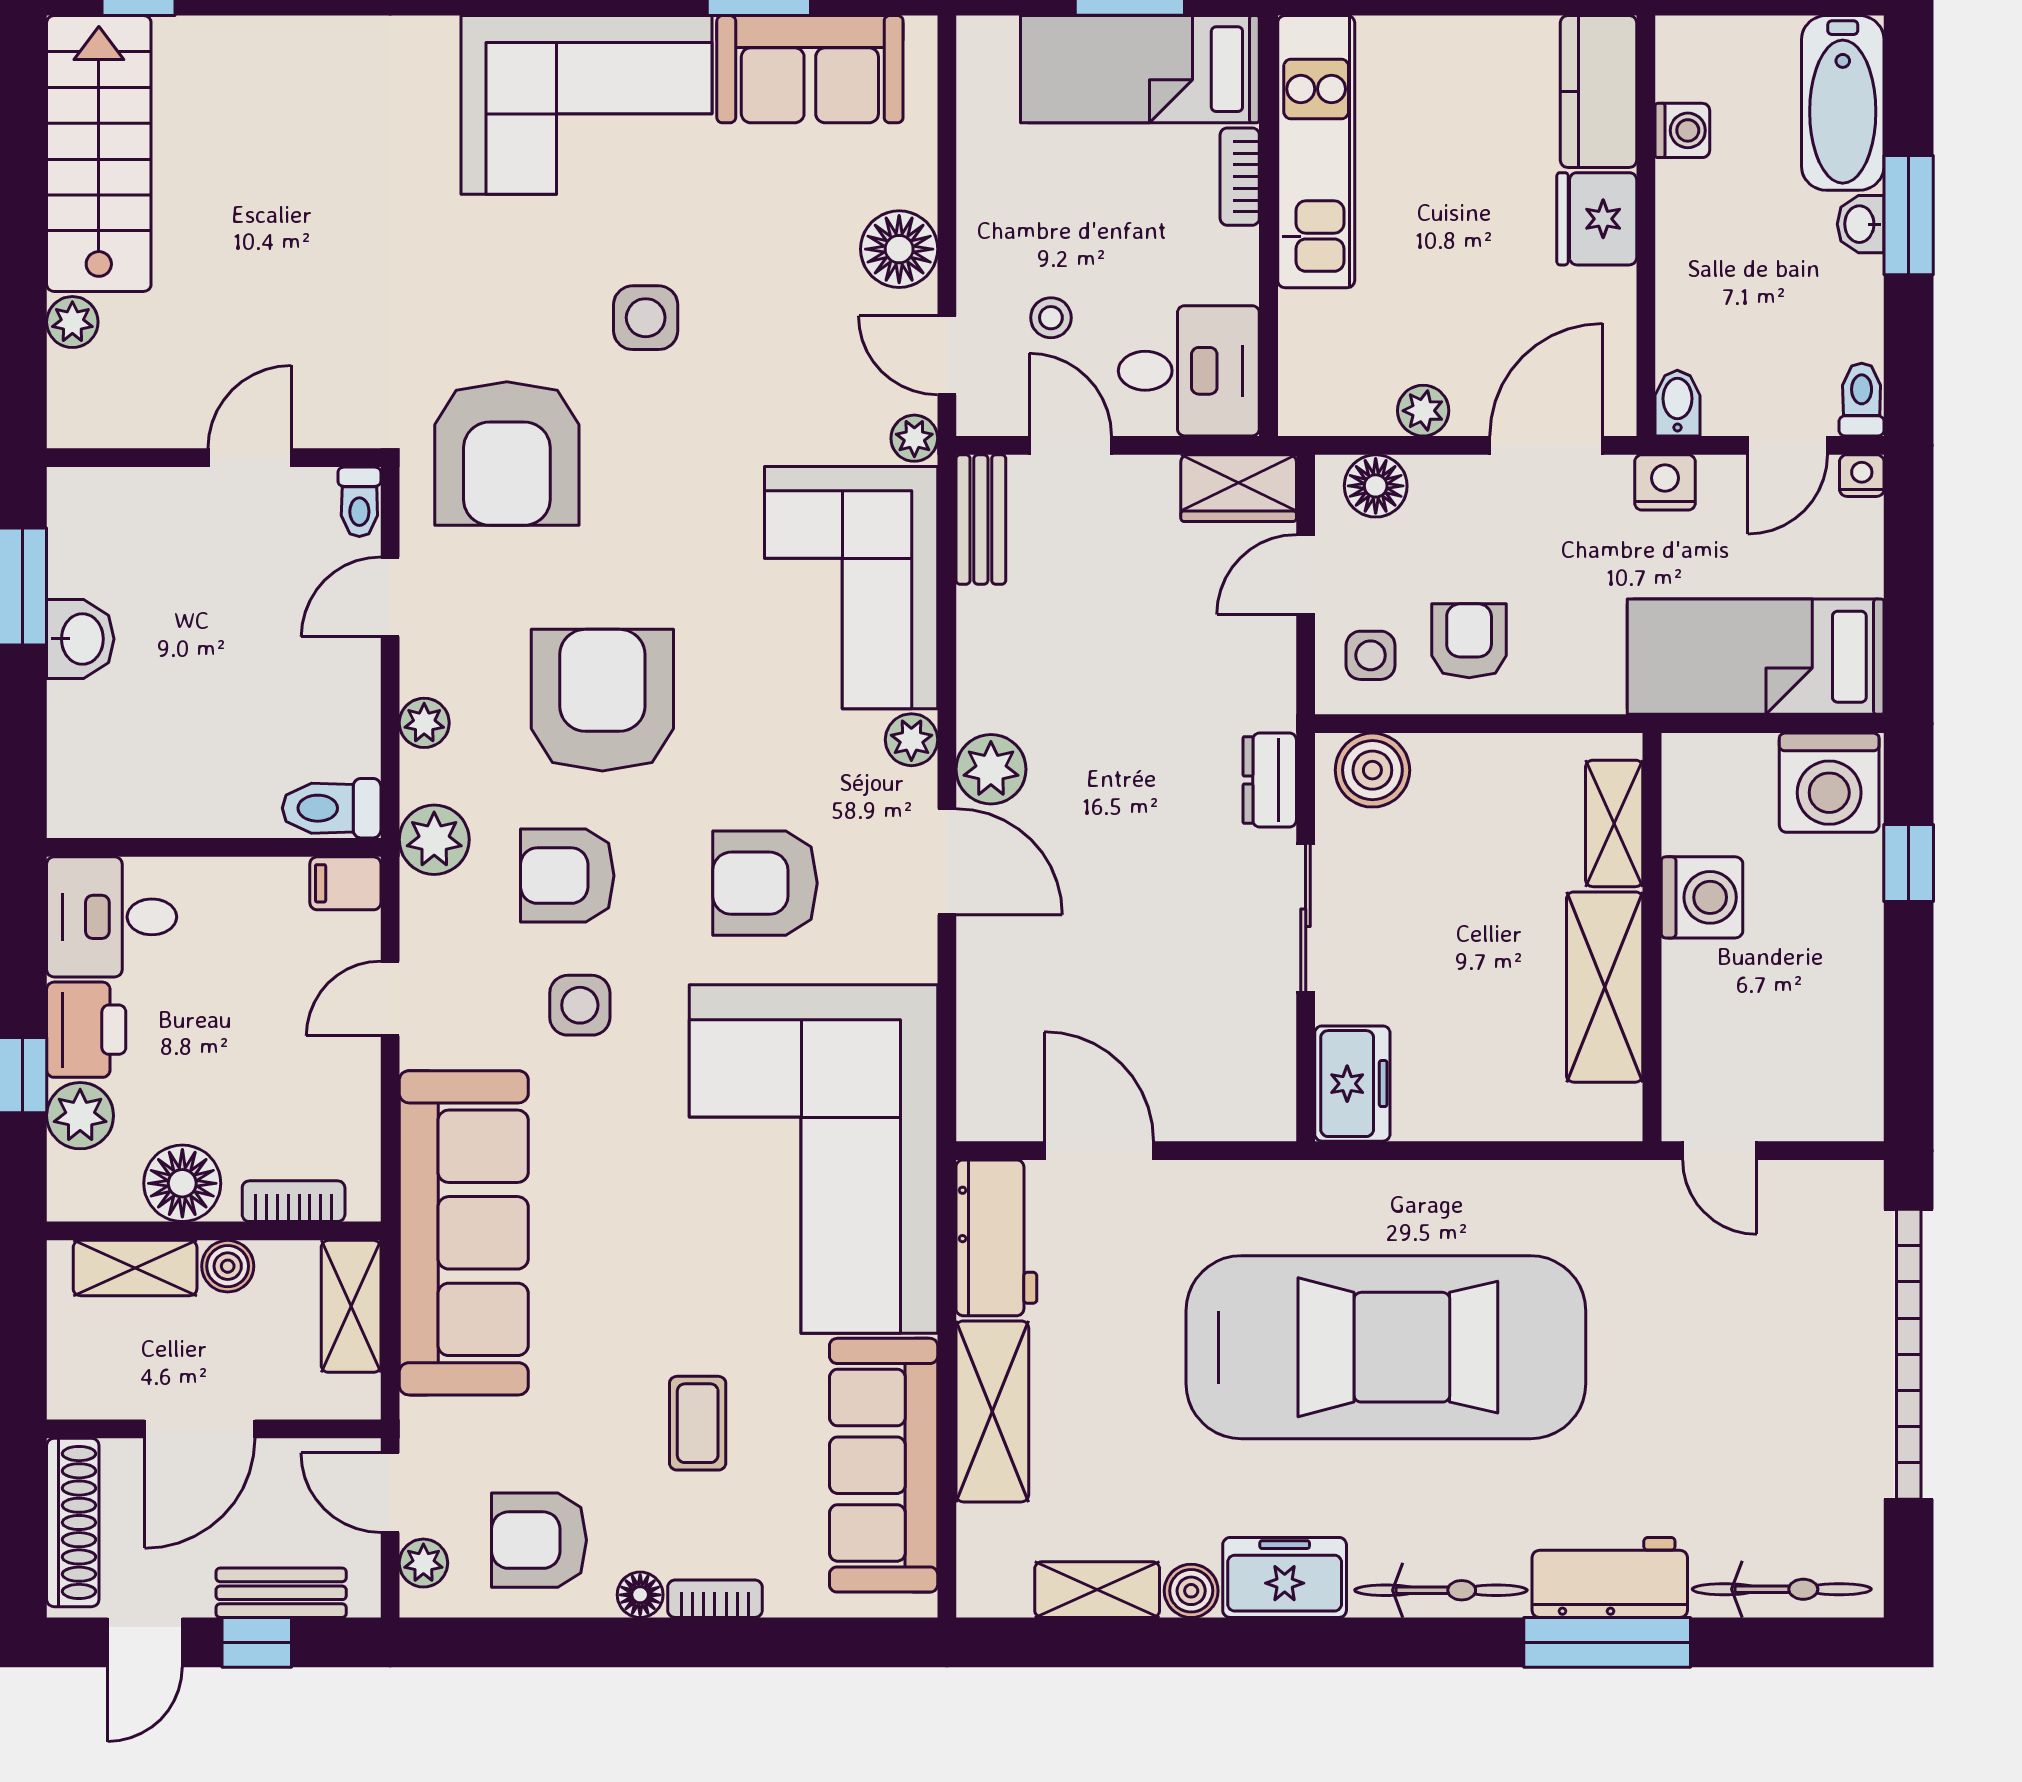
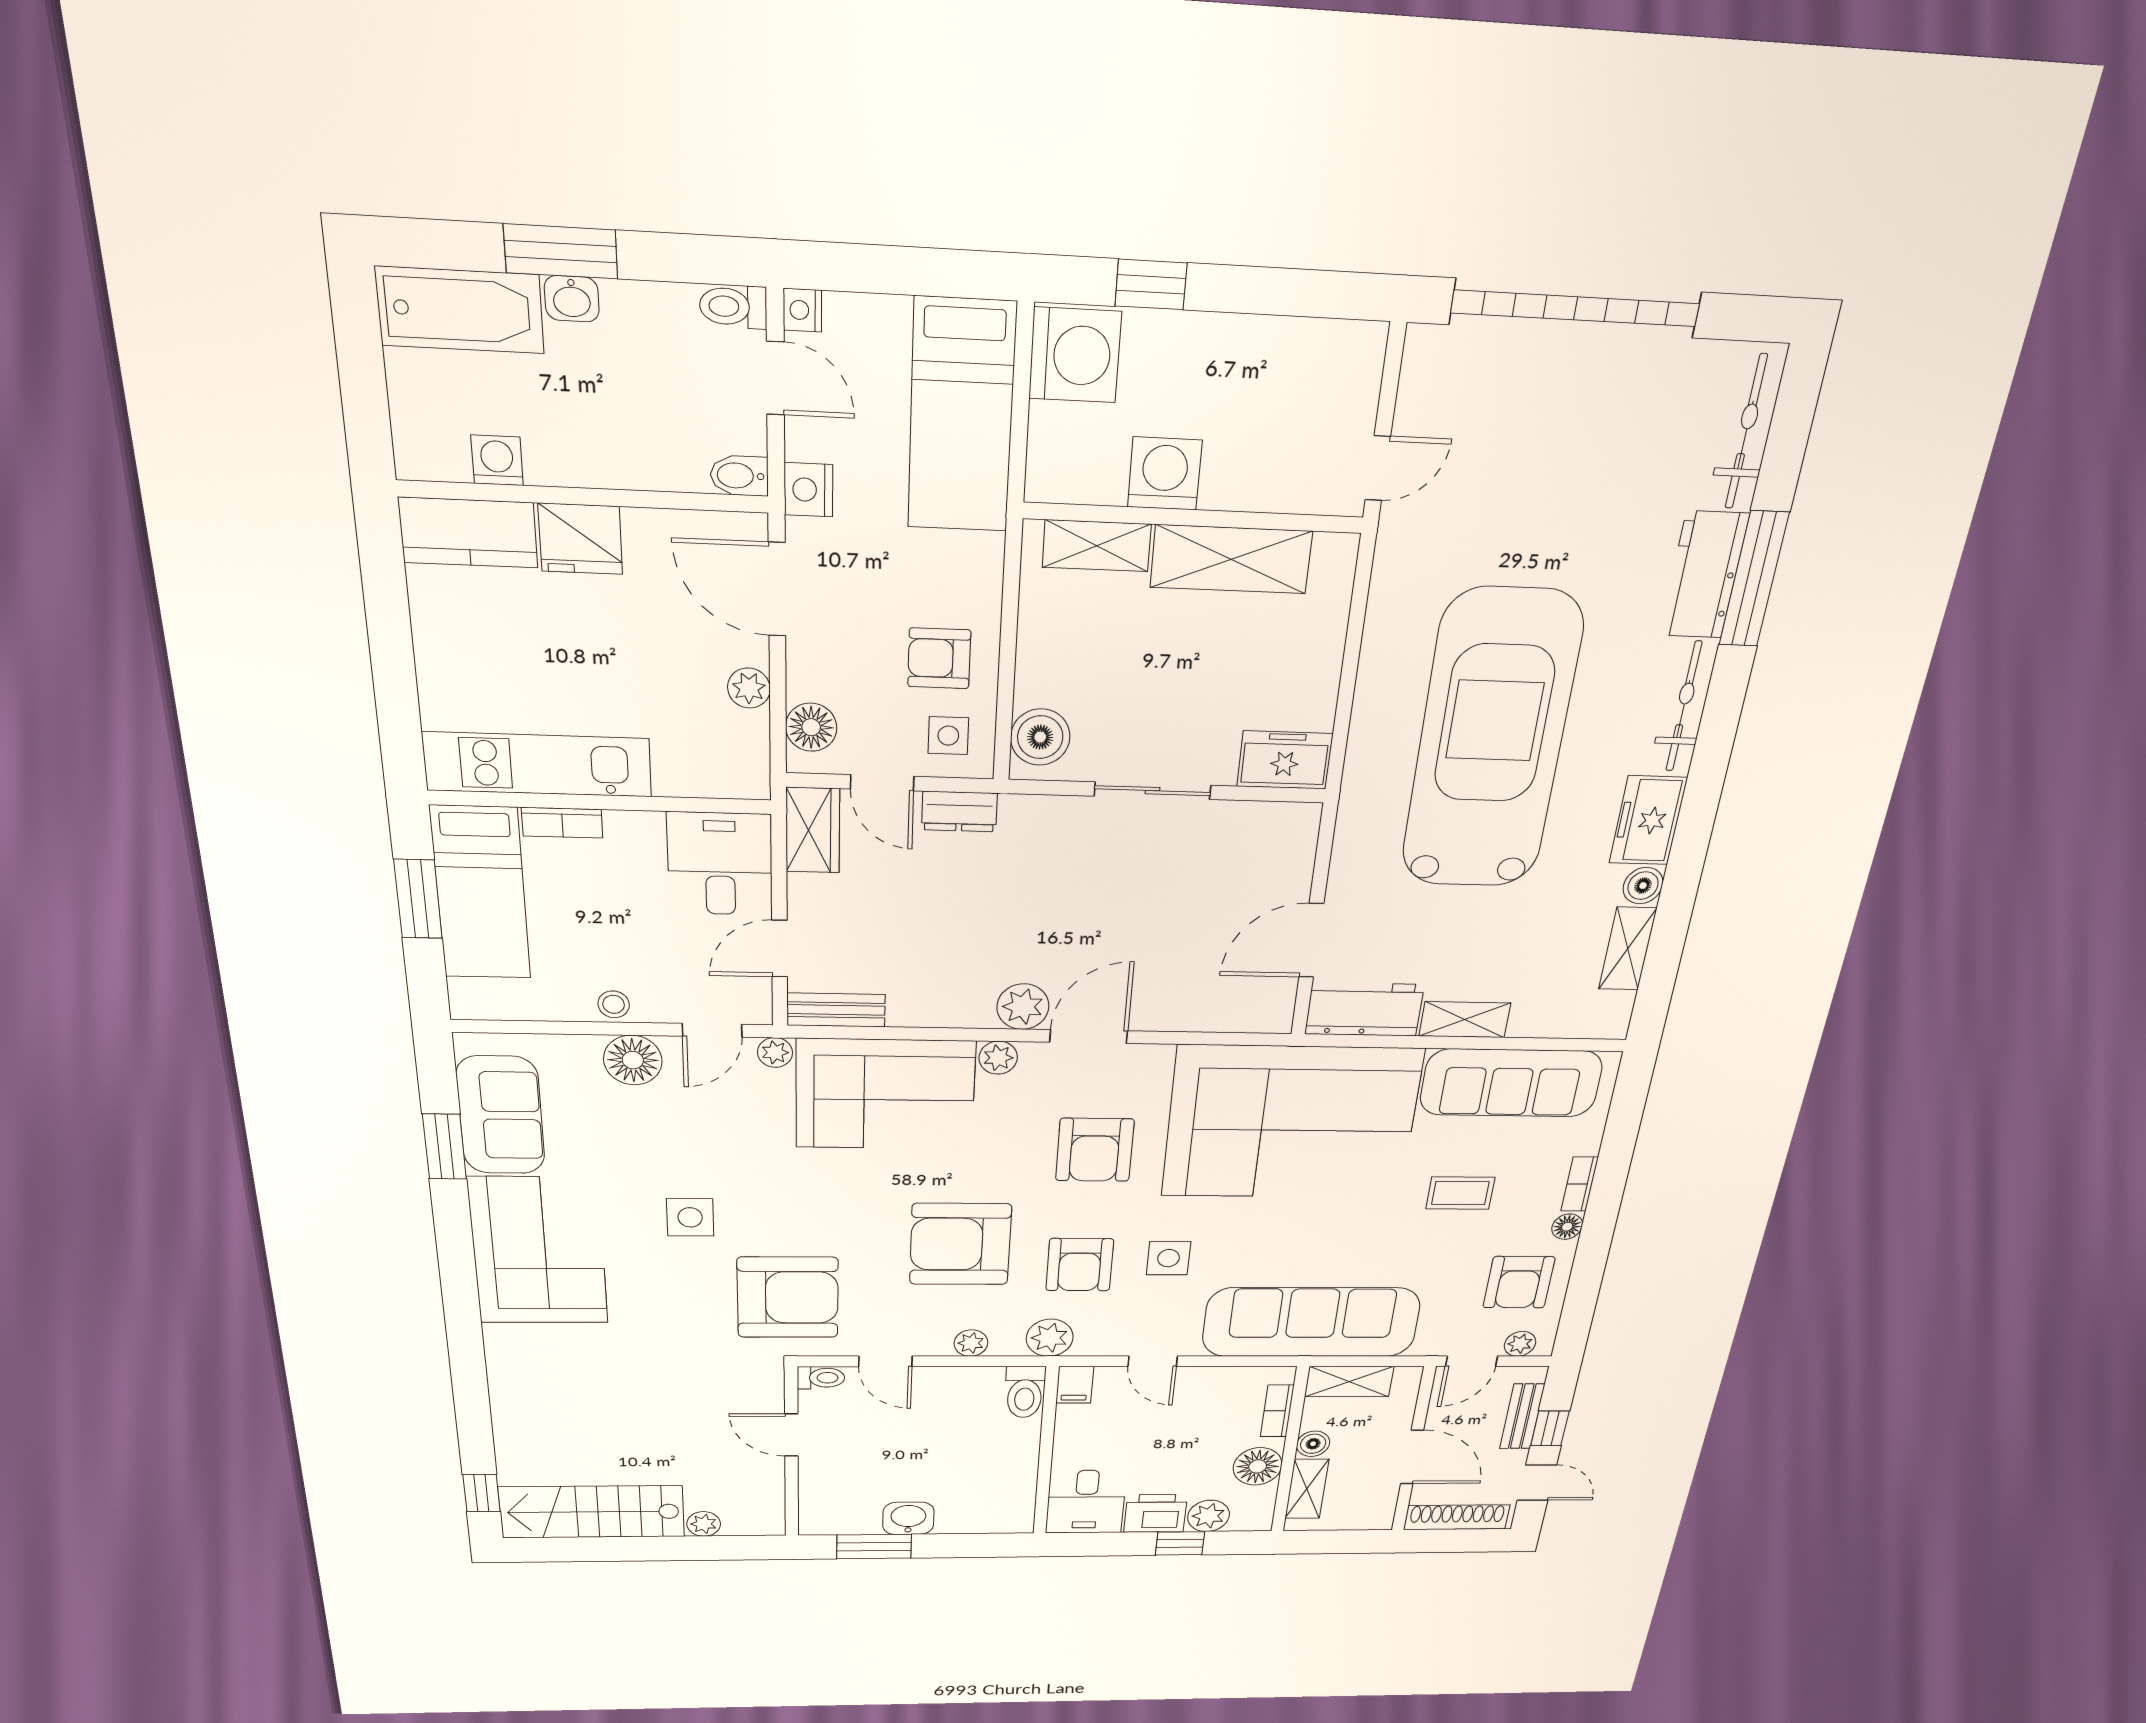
stool: (1051, 318) -> (614, 1004), moved
dresser: (1270, 780) -> (959, 811), moved
shelving: (992, 1411) -> (1465, 1020), width x0.67, depth x0.75

